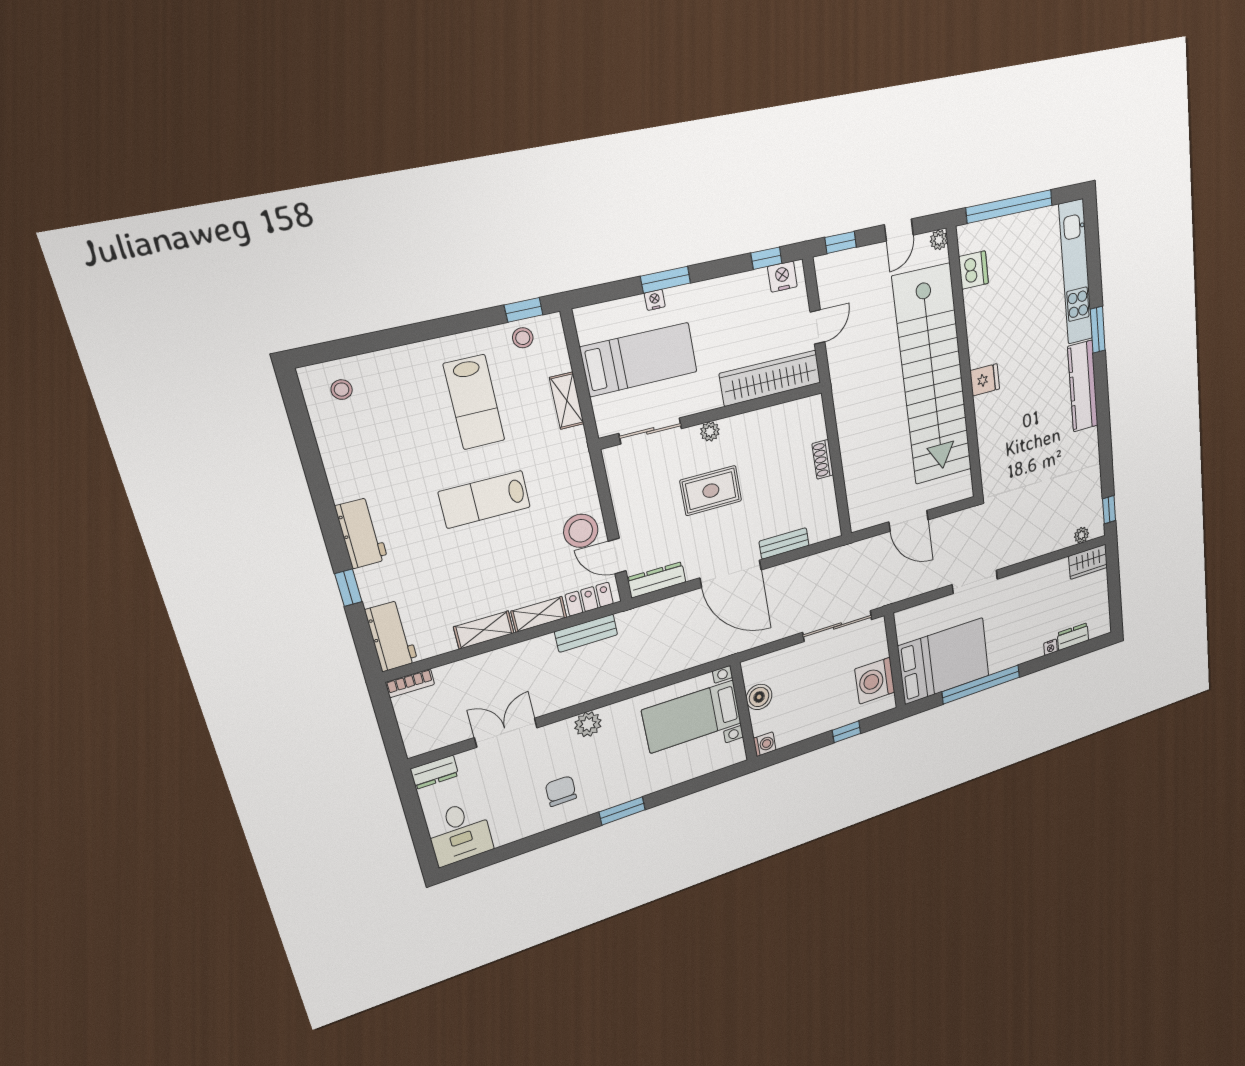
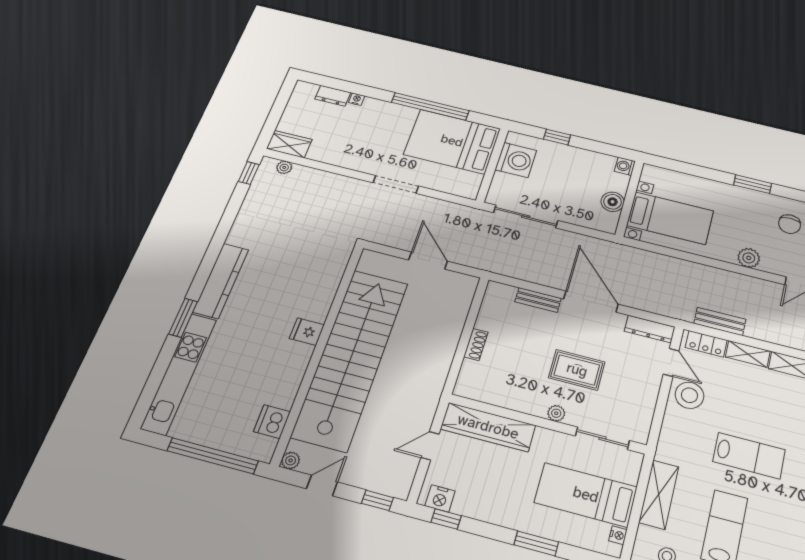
nightstand: (655, 300) -> (618, 535), moved, turned -90
shelving: (567, 401) -> (659, 494), width x1.50, depth x1.33

